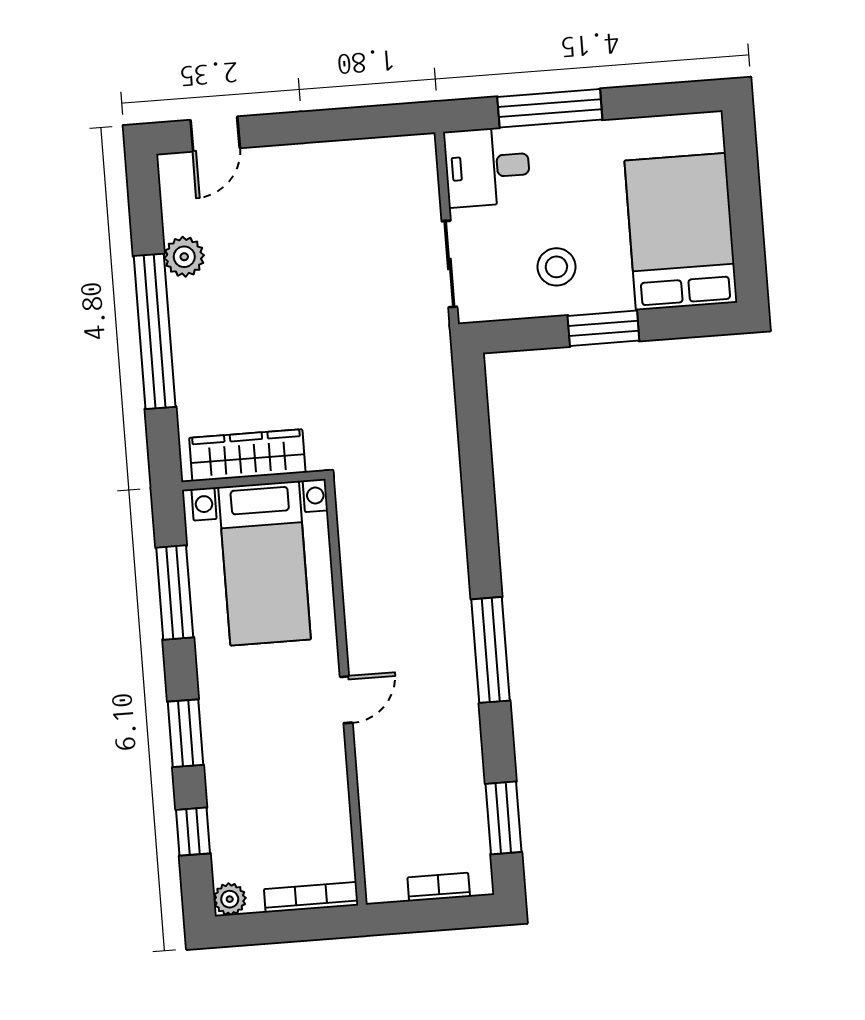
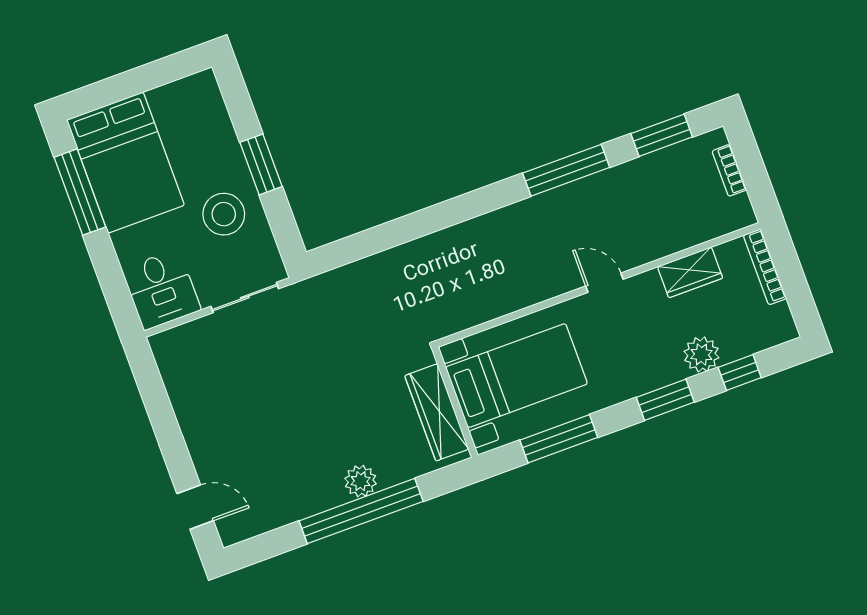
window: (550, 108) -> (80, 192), moved
bed: (681, 232) -> (126, 163), moved, turned -90
plant: (184, 257) -> (361, 481), moved
stool: (556, 267) -> (224, 214), width x1.38, depth x1.38
window: (491, 650) -> (566, 170), moved
wardrobe: (330, 806) -> (690, 272), added
plant: (230, 899) -> (701, 354), moved, width x1.38, depth x1.38

